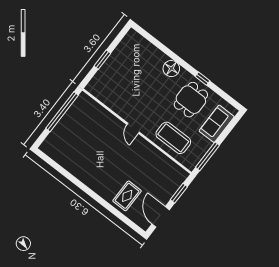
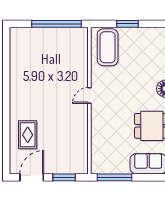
coffee table: (173, 138) -> (108, 47), moved
rug: (127, 196) -> (28, 135), turned 90

